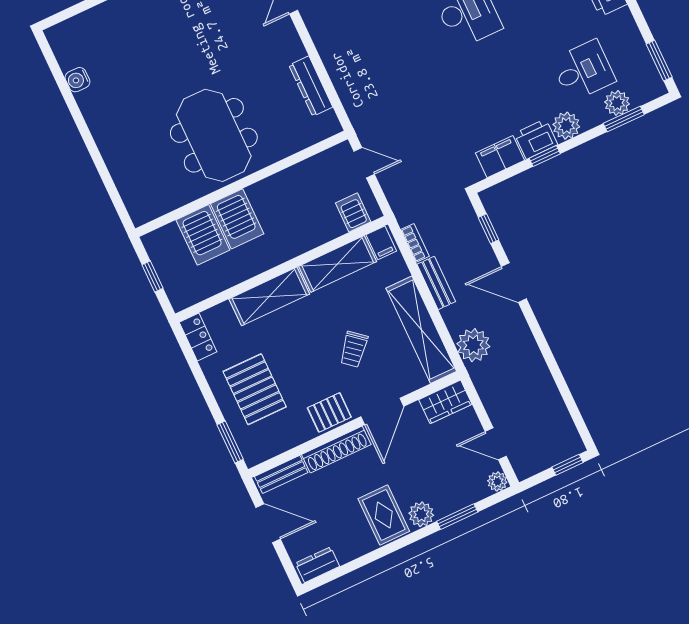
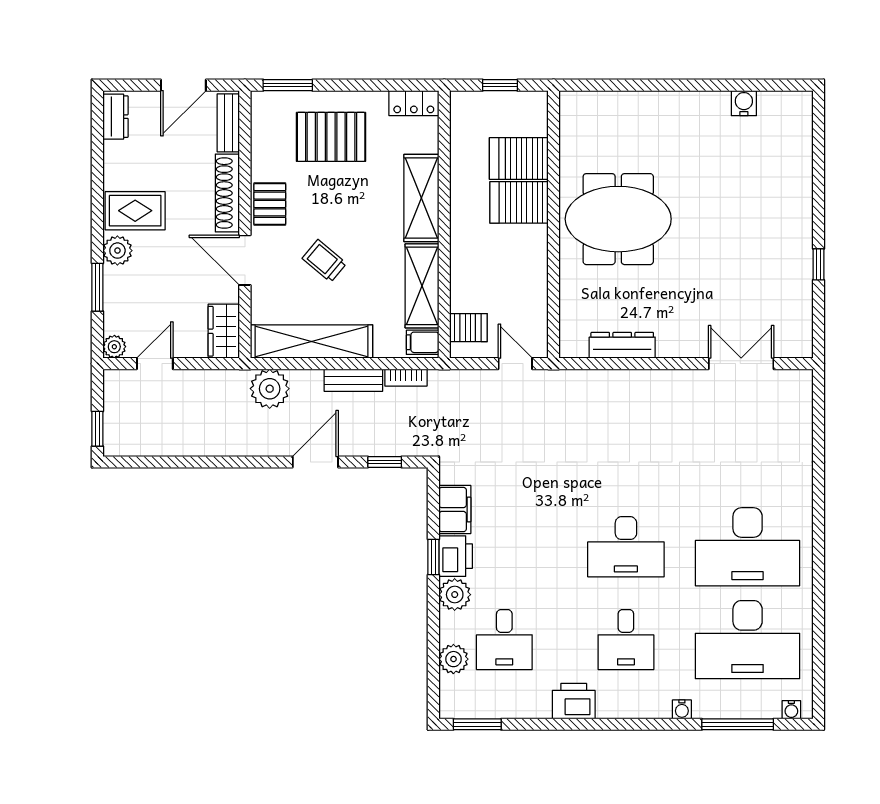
window: (624, 119) -> (433, 658), removed
door: (364, 163) -> (515, 364), swing flipped

